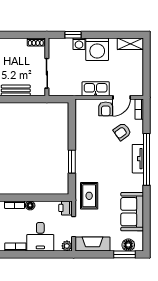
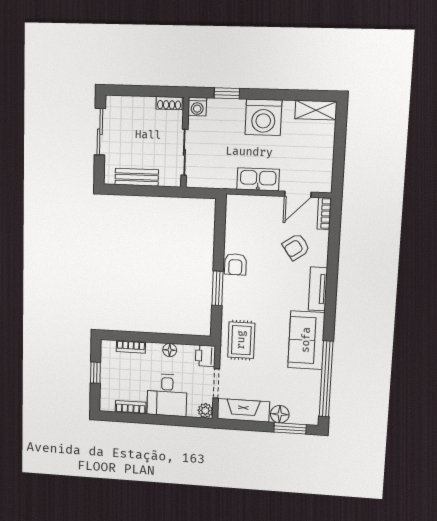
washing machine: (79, 44) -> (197, 107), moved
armchair: (106, 109) -> (235, 264), moved
window: (146, 159) -> (326, 379), moved
floor lamp: (30, 205) -> (170, 350), moved
sofa: (132, 212) -> (306, 340), moved
floor lamp: (128, 245) -> (280, 414), moved

